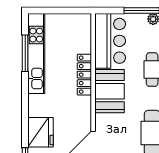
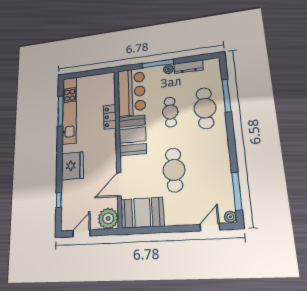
locker: (84, 75) -> (110, 117), width x0.66
fridge: (41, 132) -> (72, 166), moved

